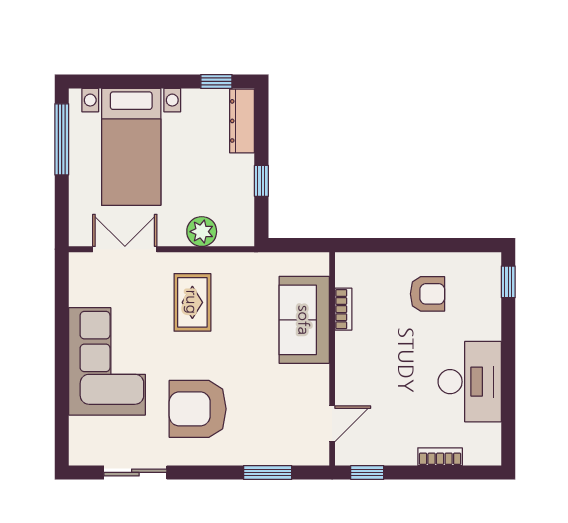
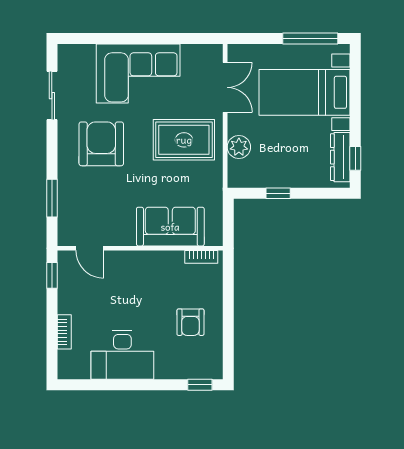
dresser: (242, 121) -> (340, 157), moved, turned -90
rug: (192, 302) -> (184, 140), width x1.36, depth x1.43
bookcase: (343, 309) -> (201, 257), moved

